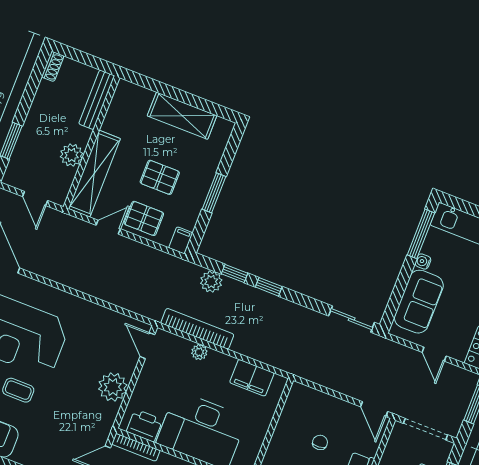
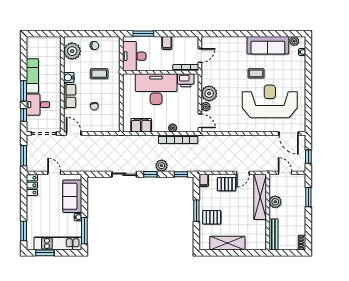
pallet: (160, 177) -> (212, 217), moved
window: (235, 273) -> (181, 174), moved
plant: (211, 282) -> (162, 166), moved
sliding door: (352, 319) -> (124, 174), moved
plant: (128, 366) -> (206, 107), added

